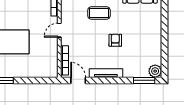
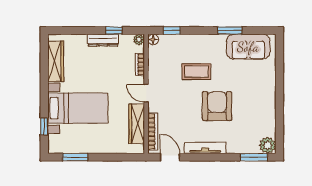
door: (59, 30) -> (146, 93), hinge flipped
armchair: (115, 40) -> (217, 106), width x1.88, depth x1.88
wardrobe: (52, 54) -> (137, 124), added

